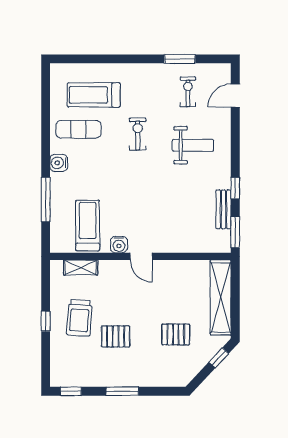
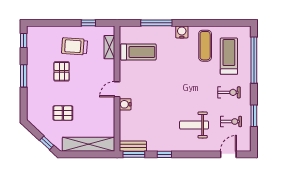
window: (99, 59) -> (254, 60), added
door: (235, 96) -> (228, 154), hinge flipped
exercise bike: (138, 134) -> (229, 92), moved
weight bench: (193, 145) -> (194, 125), turned 90
bench: (224, 209) -> (133, 146), moved
water cooler: (119, 245) -> (125, 104), moved
window: (46, 321) -> (88, 23), moved
pallet: (176, 334) -> (63, 113), turned 90

